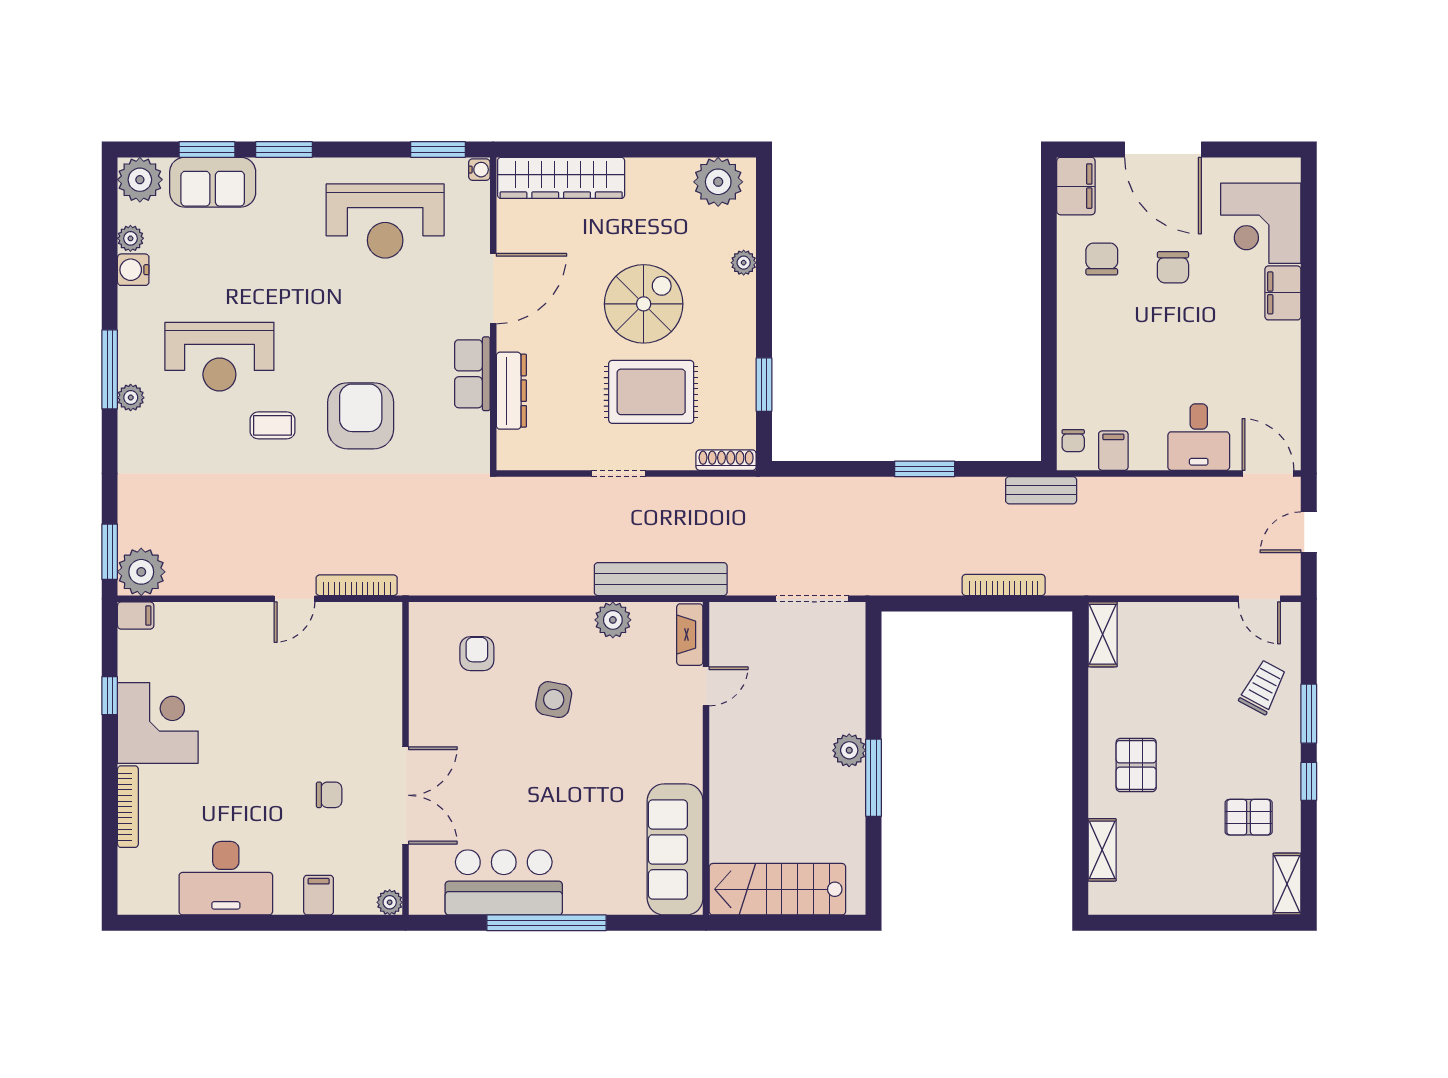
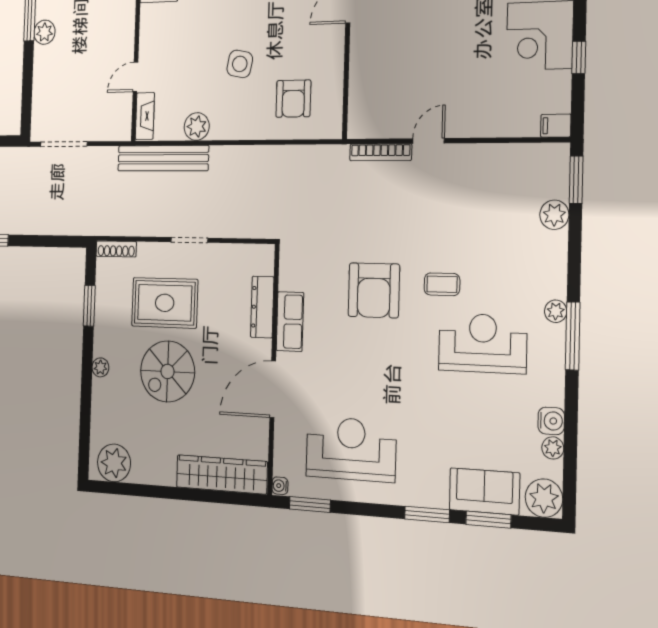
plant: (744, 263) -> (100, 367), moved
plant: (141, 572) -> (554, 215), moved, width x0.73, depth x0.73
armchair: (477, 654) -> (293, 99), width x1.38, depth x1.38

